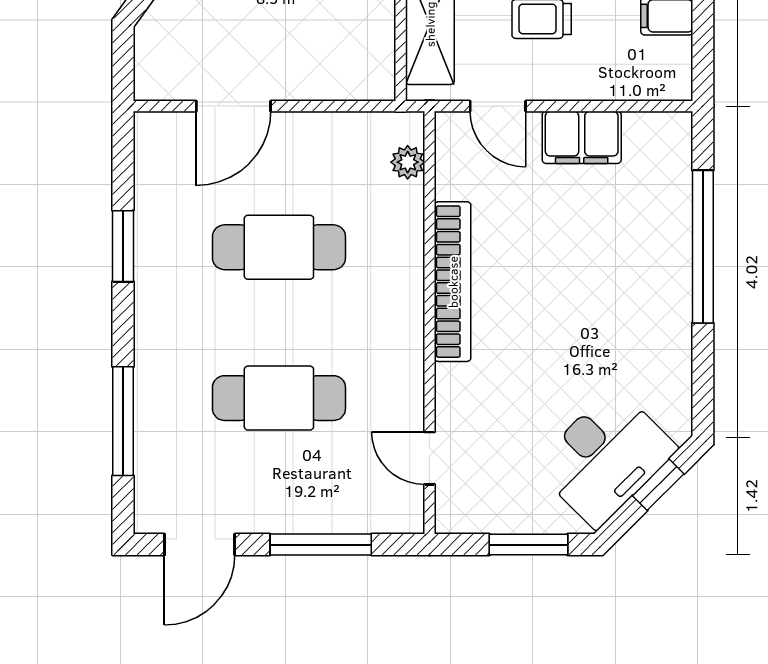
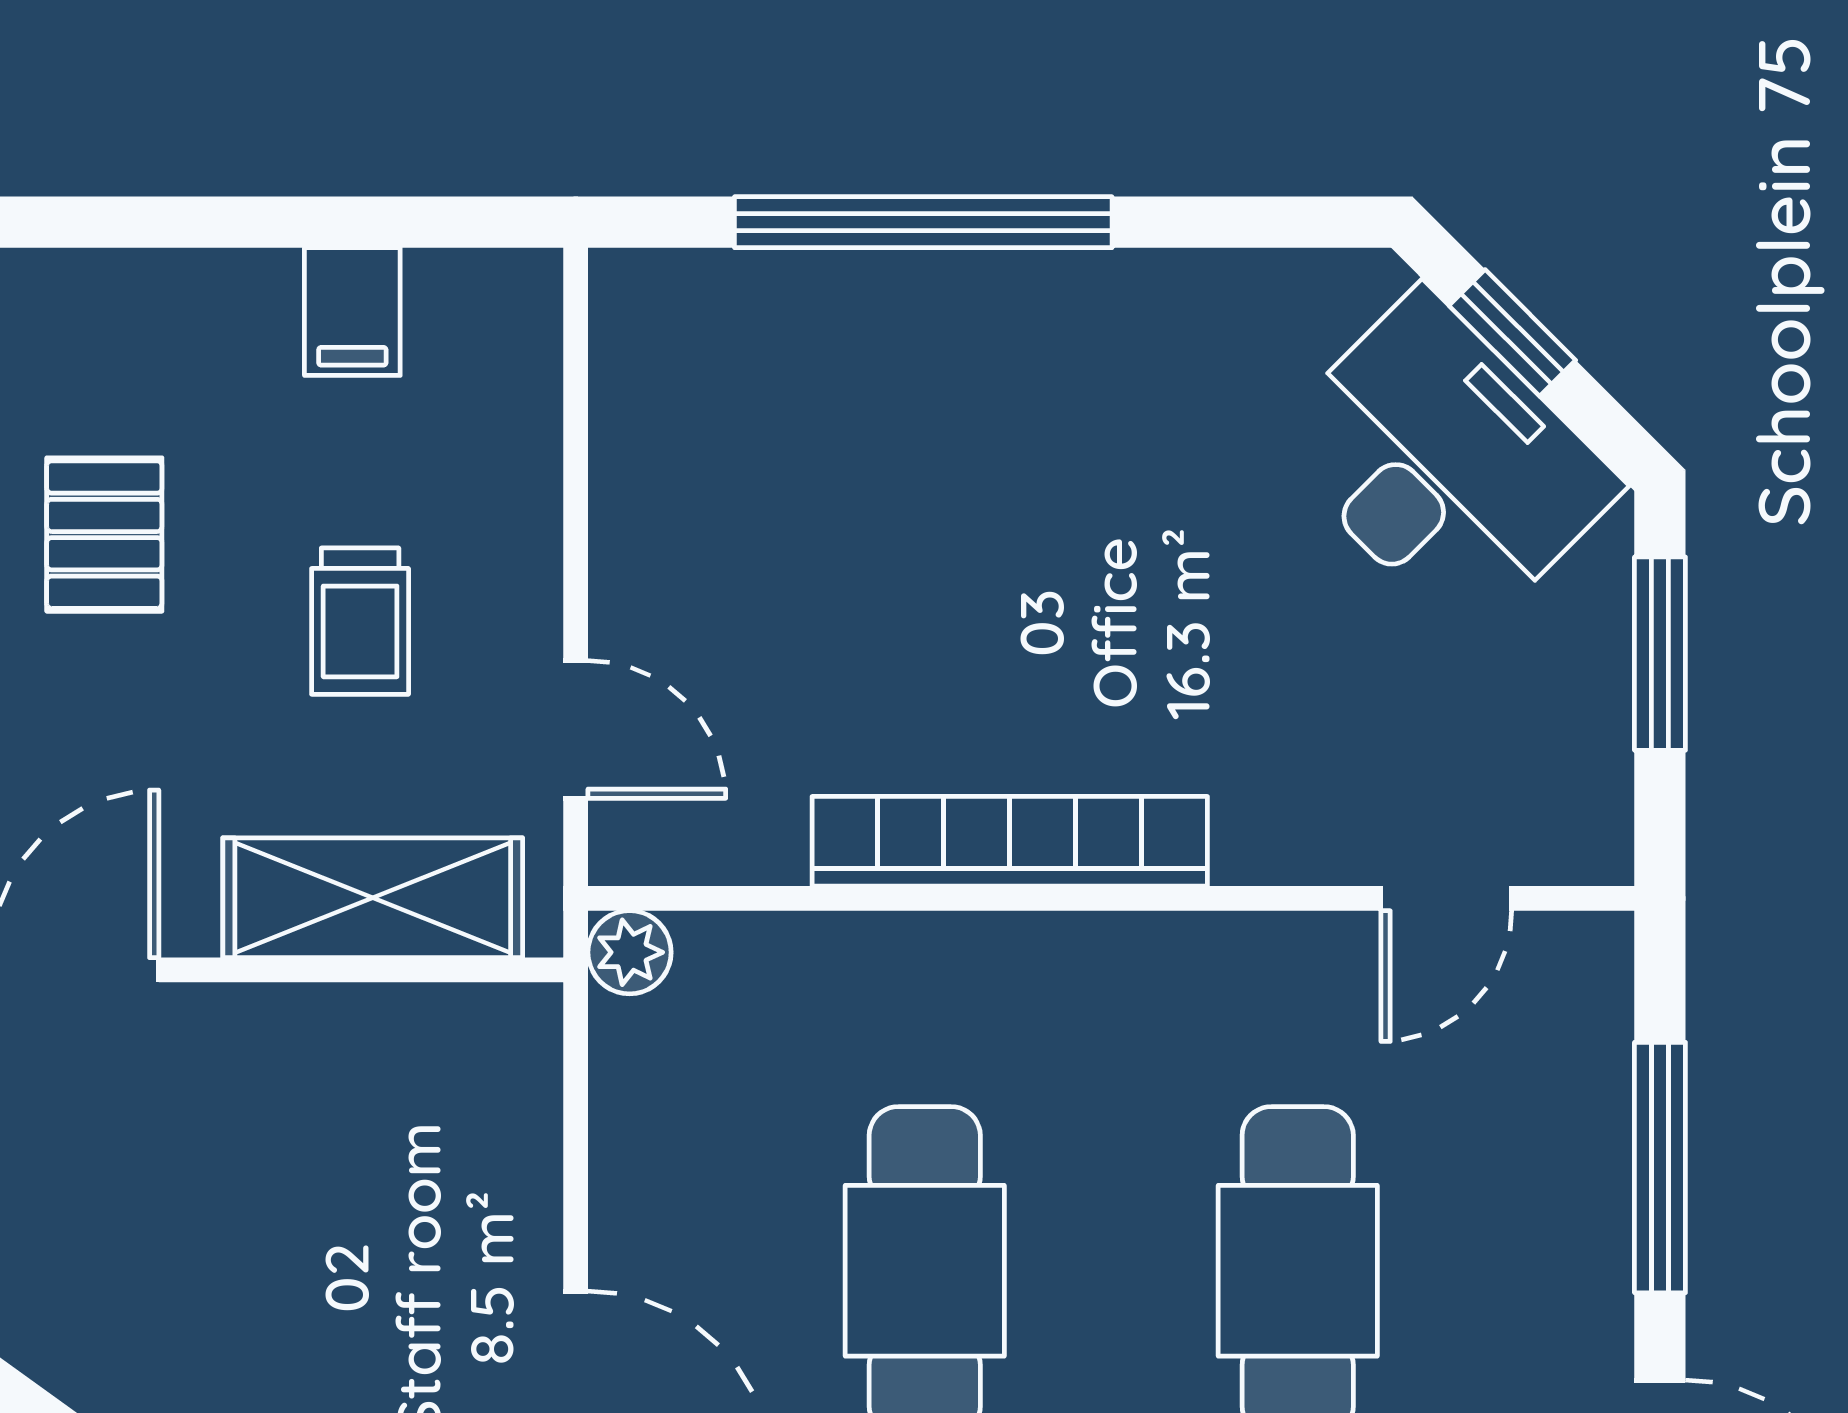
door: (498, 106) -> (576, 729), hinge flipped
filing cabinet: (582, 137) -> (653, 522), removed
plant: (408, 162) -> (630, 952), moved

